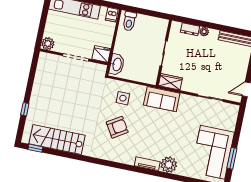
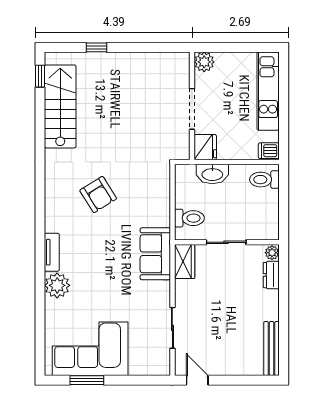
plant: (204, 32) -> (272, 253), moved
washbasin: (117, 64) -> (212, 174), moved
toilet: (144, 73) -> (189, 218), added
side table: (123, 98) -> (144, 194), removed

